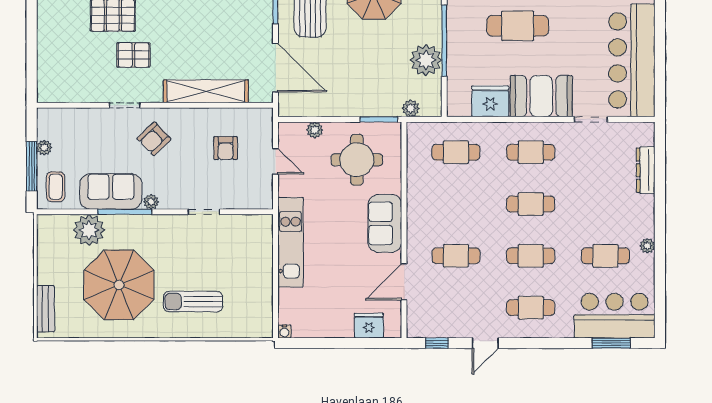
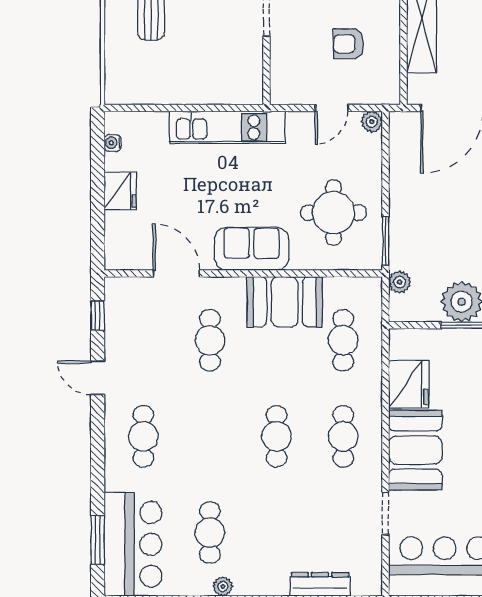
plant: (315, 130) -> (372, 122), moved
booth: (426, 198) -> (285, 302), added
cafe table: (531, 256) -> (210, 436), removed
fridge: (369, 326) -> (120, 191), moved
water cooler: (284, 331) -> (113, 143), moved

